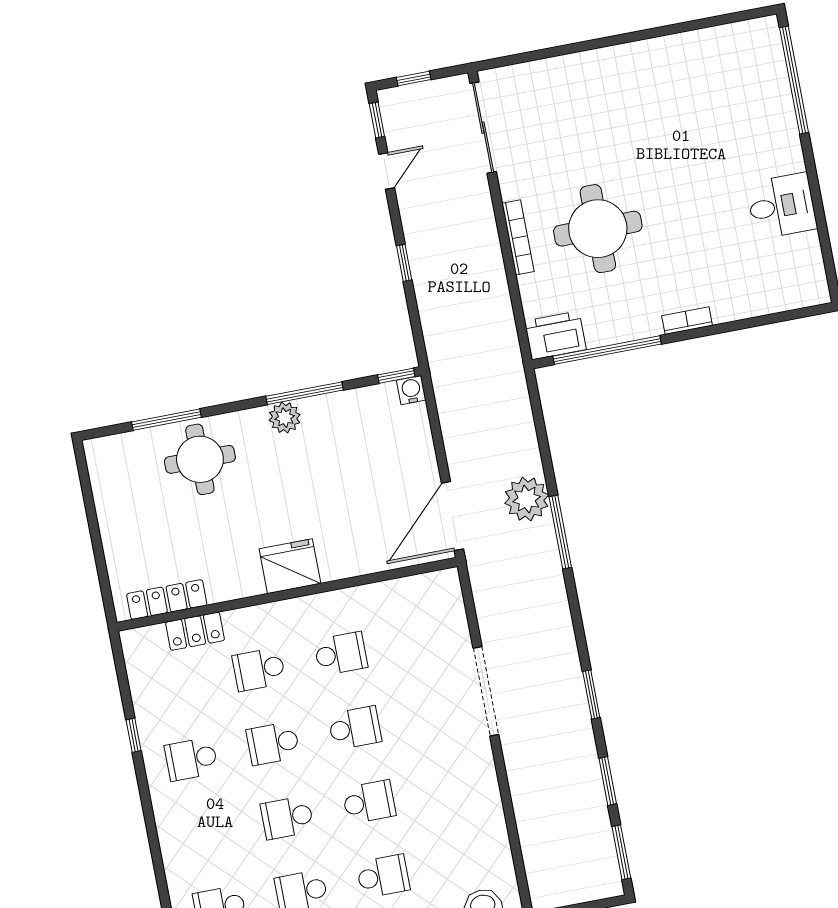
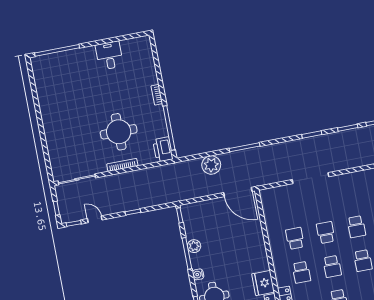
water cooler: (411, 390) -> (198, 274), moved
plant: (285, 418) -> (194, 246), moved
plant: (527, 499) -> (211, 165), moved
fridge: (290, 566) -> (263, 283), moved
school desk: (369, 802) -> (356, 227), turned 180

